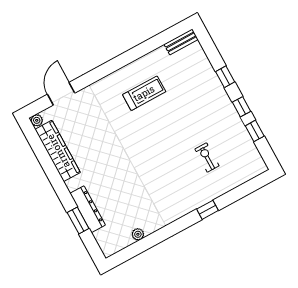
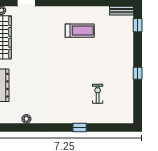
window: (225, 77) -> (138, 25), moved
window: (255, 131) -> (138, 93), removed

